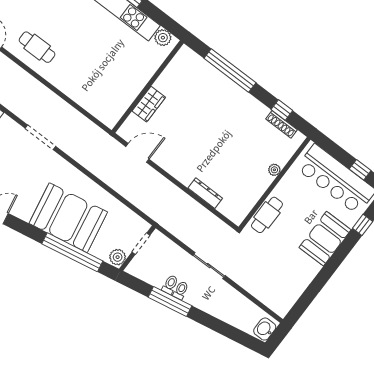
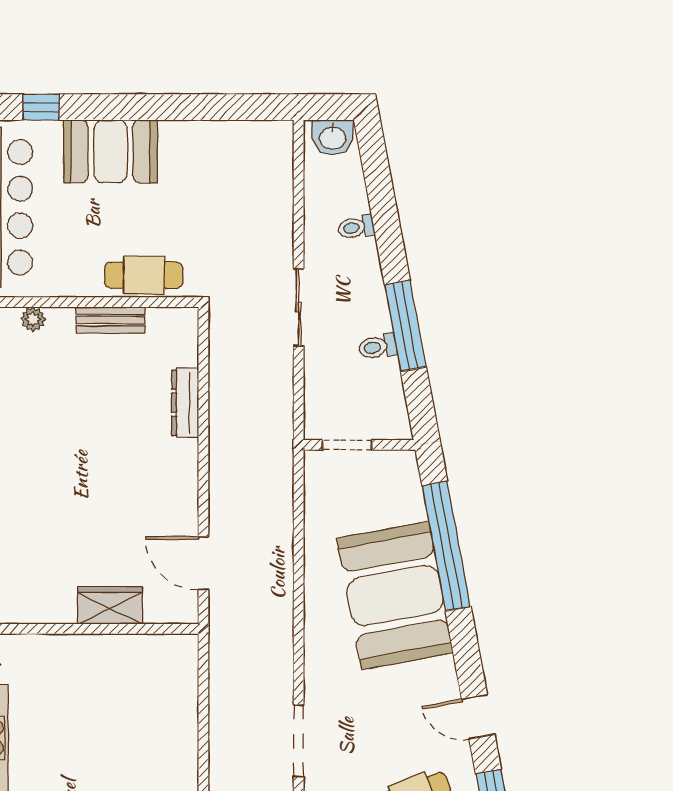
plant: (274, 170) -> (33, 319), moved
bench: (259, 189) -> (110, 320), added
plant: (118, 257) -> (398, 466), removed
toilet: (181, 290) -> (356, 227), moved

